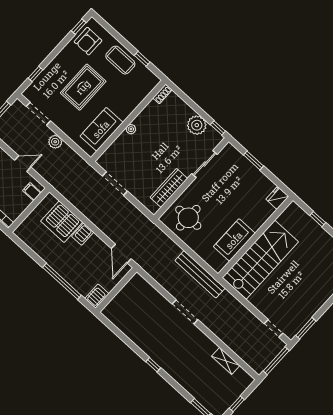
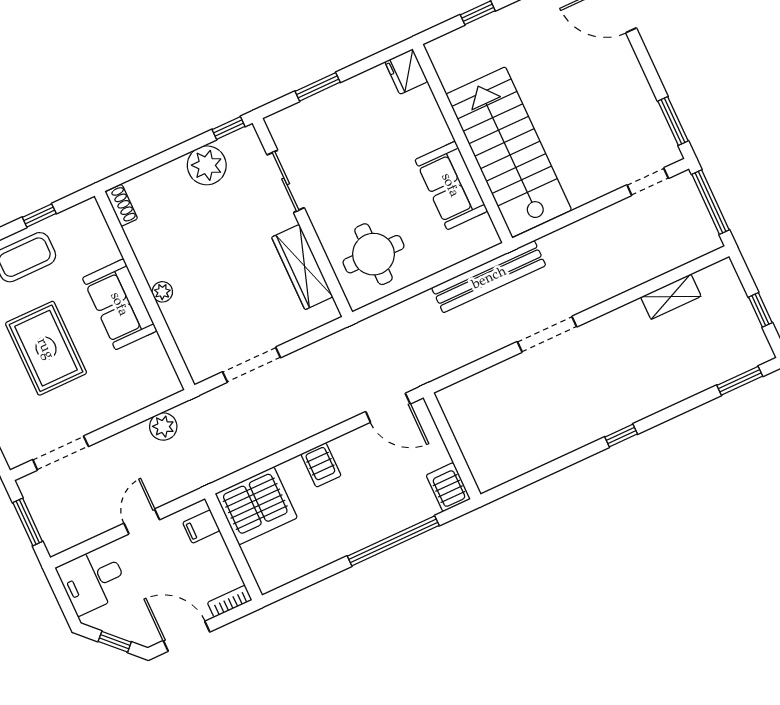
sofa: (101, 129) -> (120, 304), moved
plant: (55, 142) -> (163, 427), moved
server rack: (62, 222) -> (256, 506), moved

